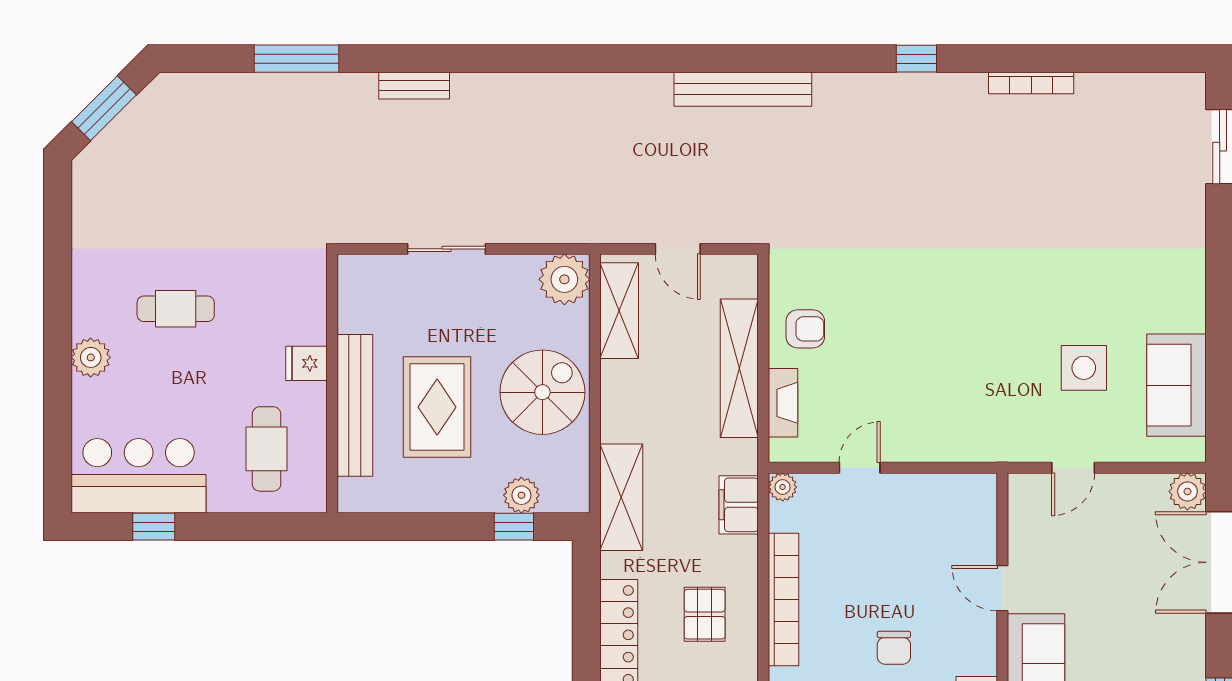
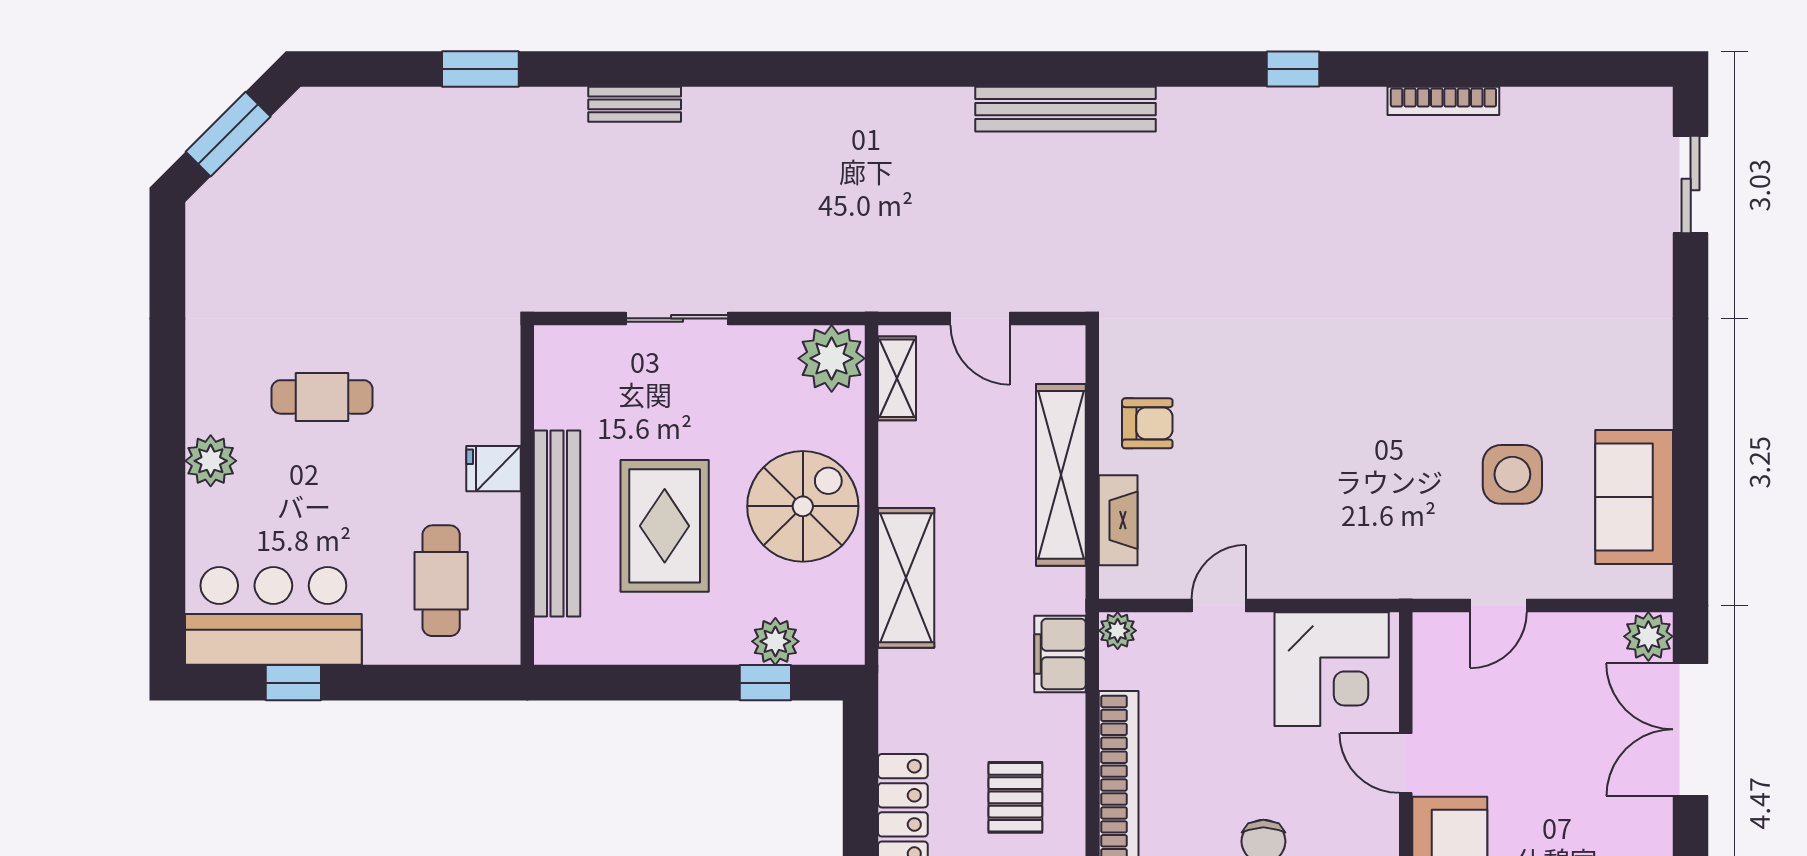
window: (297, 59) -> (480, 69), width x0.69
shelving: (619, 311) -> (897, 378), width x0.67, depth x0.75
shelving: (621, 497) -> (906, 578), moved
corner desk: (946, 516) -> (1332, 669), added

